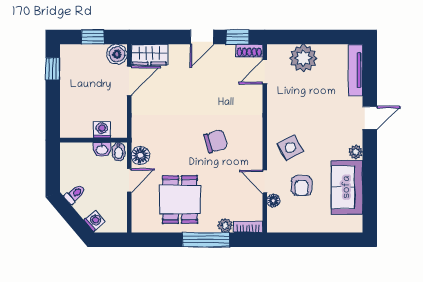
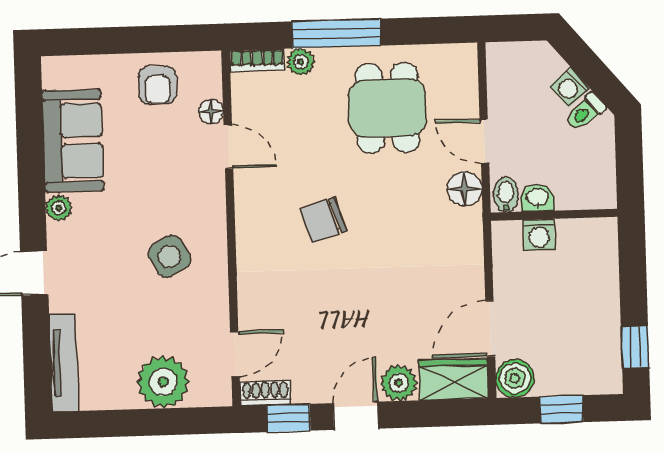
plant: (179, 54) -> (399, 383), added
side table: (290, 148) -> (170, 256), moved
door: (129, 180) -> (484, 141), hinge flipped
armchair: (302, 186) -> (158, 85), moved, turned 180
washing machine: (94, 221) -> (570, 87), moved

